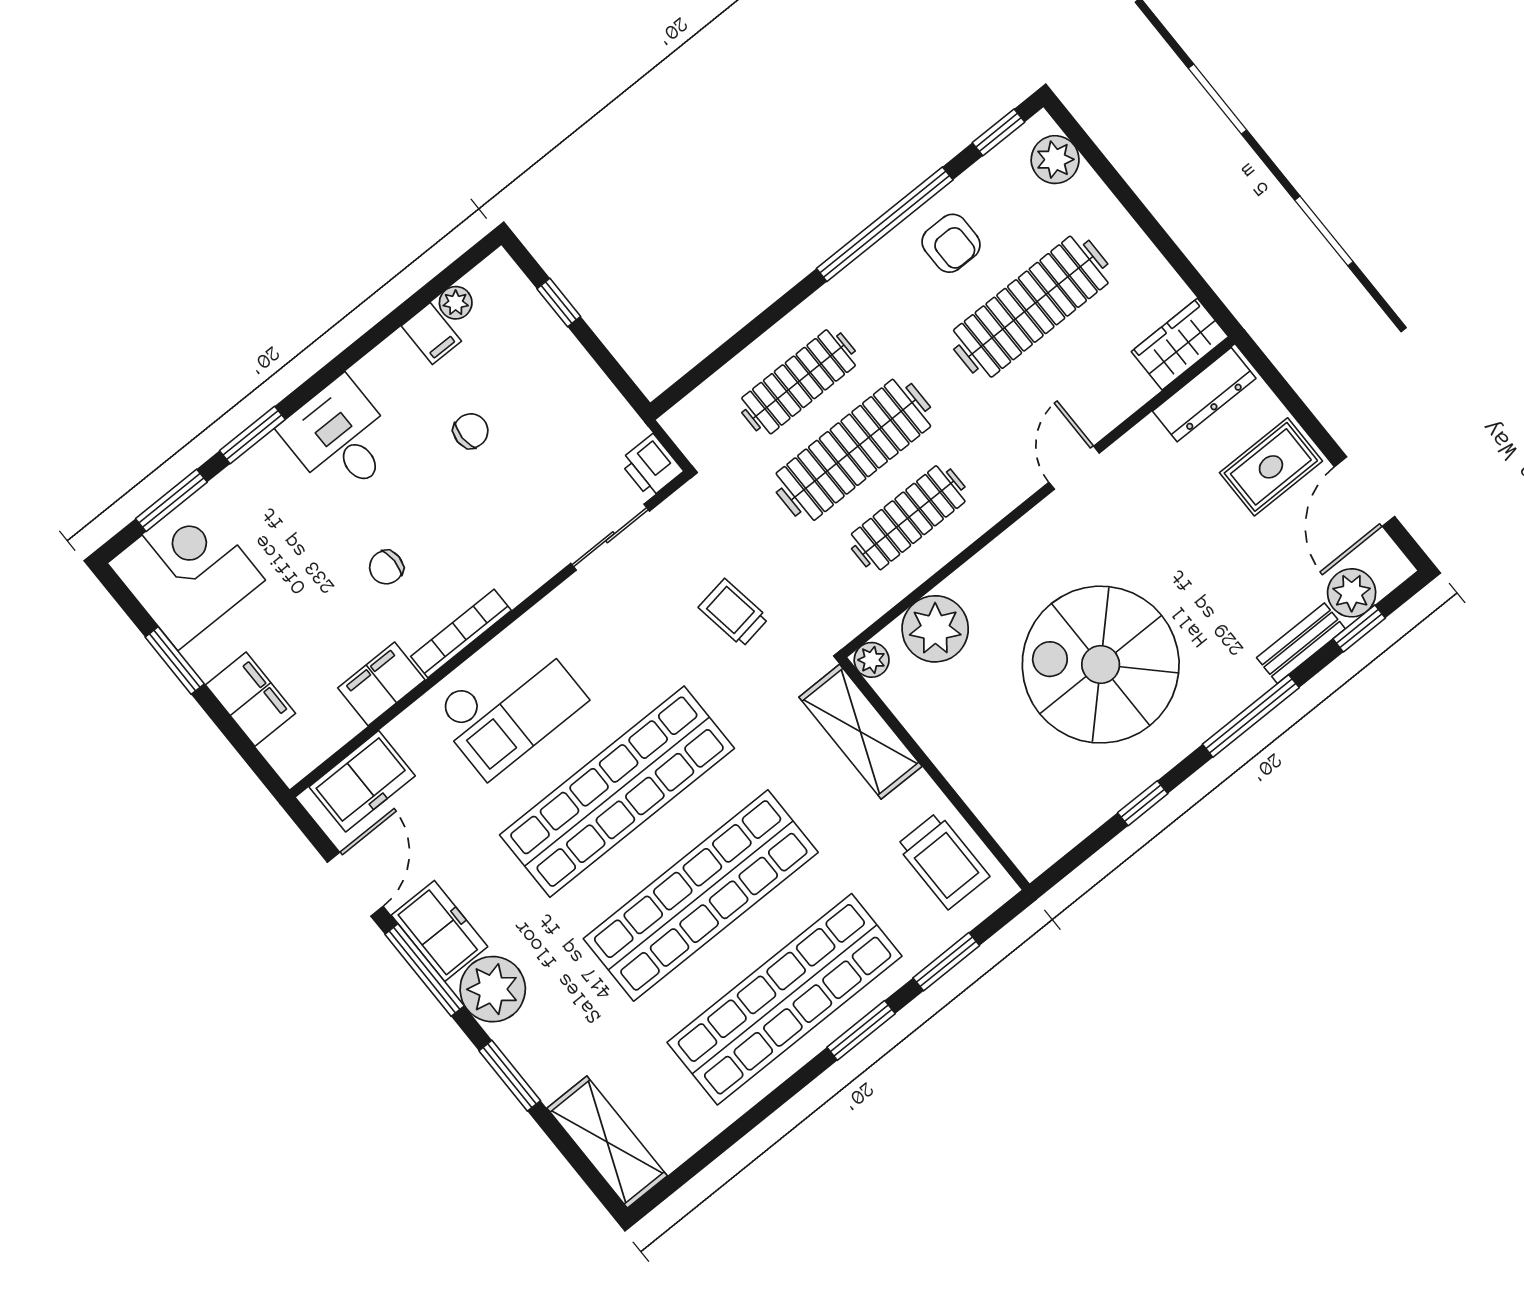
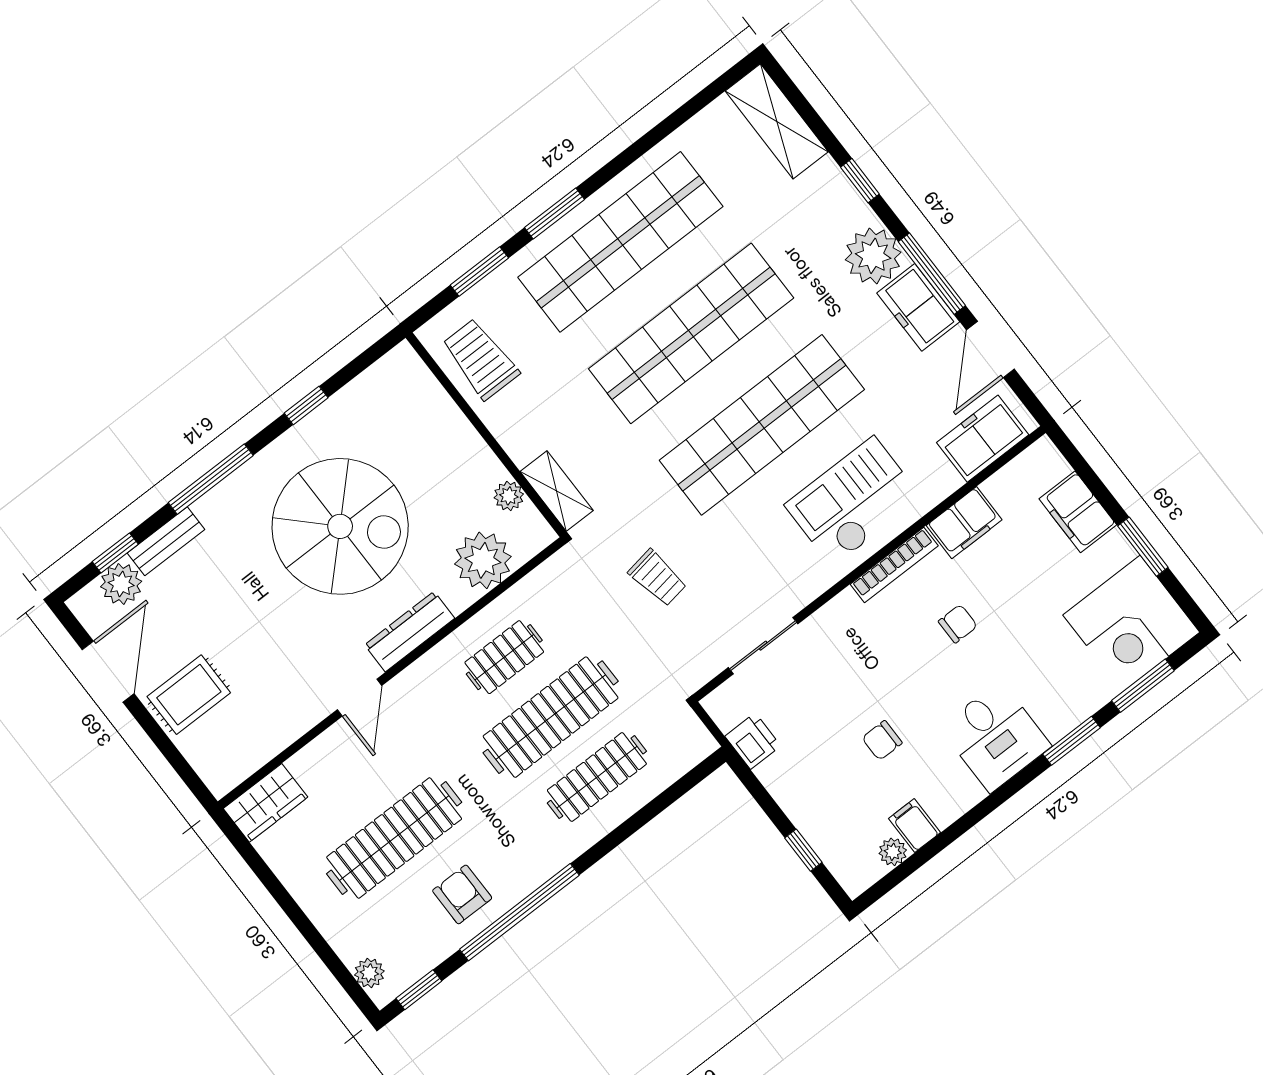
plant: (1055, 160) -> (369, 973), width x0.73, depth x0.73
dresser: (1204, 395) -> (410, 632), moved
printer: (651, 466) -> (753, 741), moved
clothes rail: (908, 518) -> (504, 657), width x0.73
plant: (872, 660) -> (509, 496), moved
shelving: (860, 732) -> (557, 491), width x0.67, depth x0.75
window: (510, 1076) -> (860, 181), width x0.67

